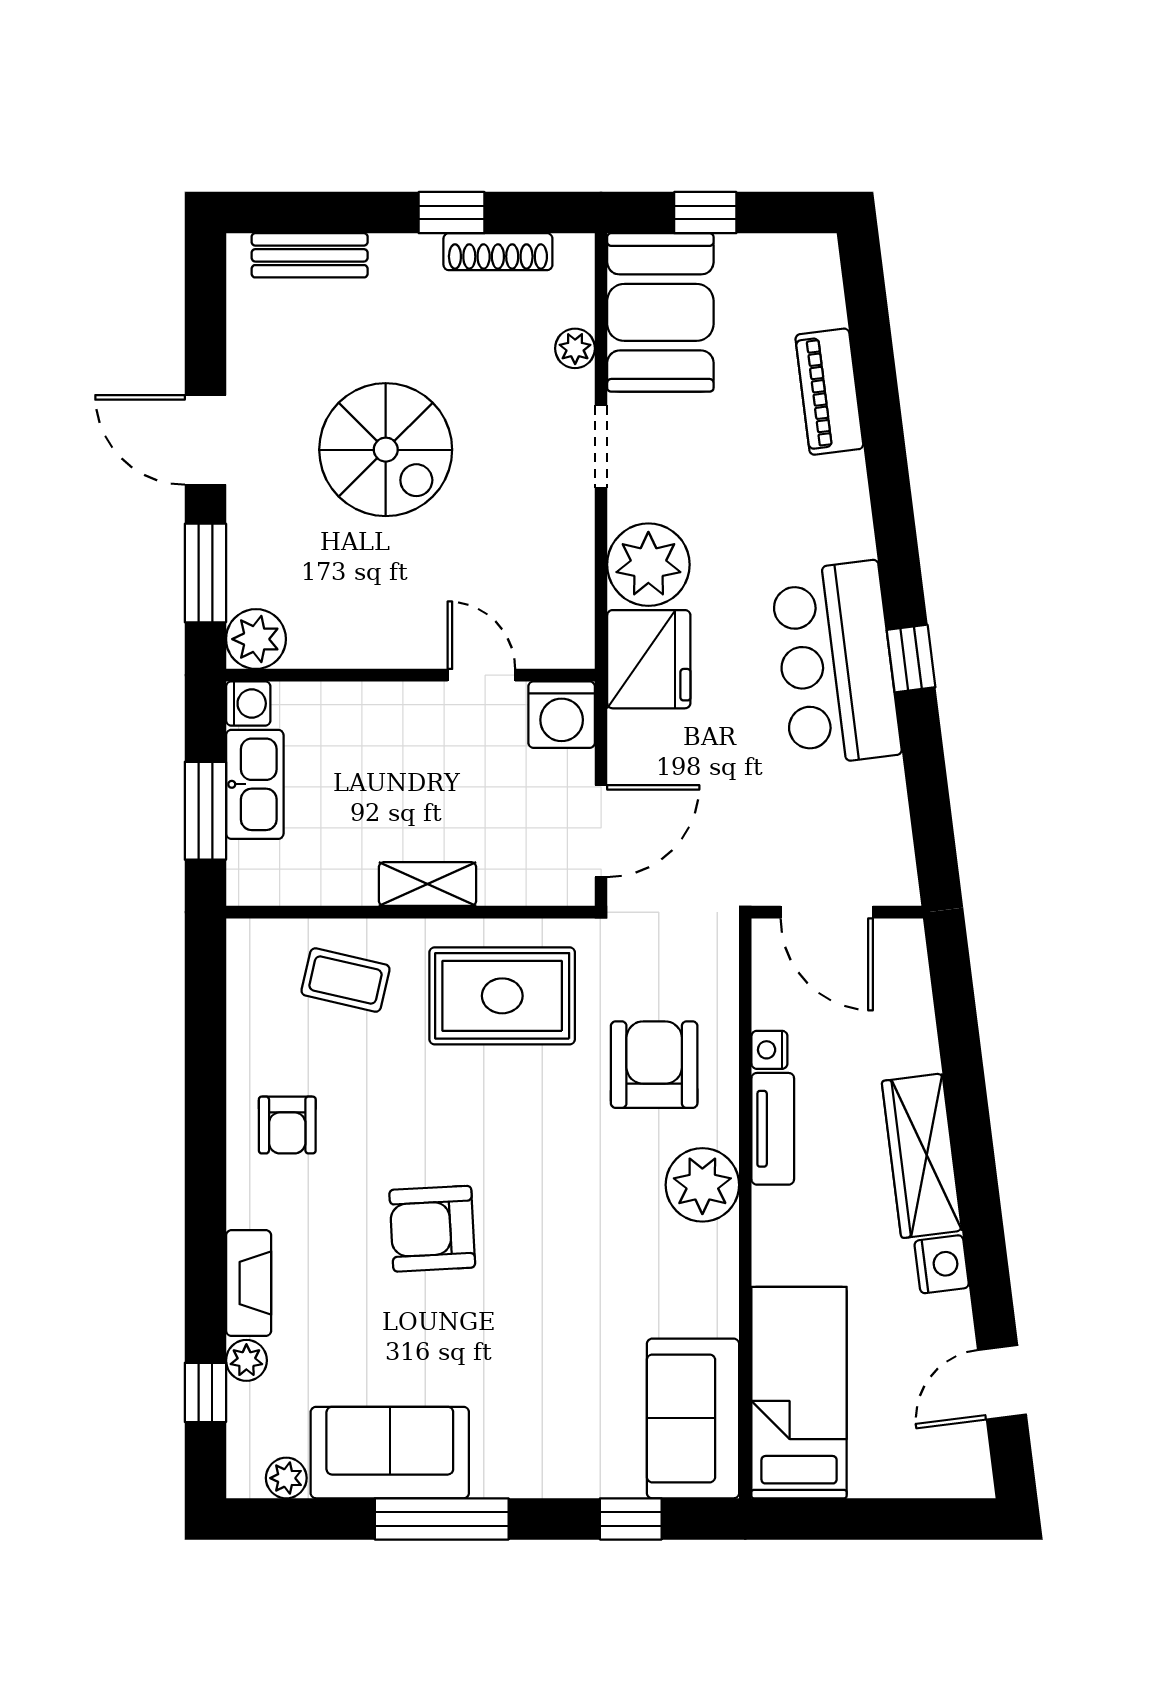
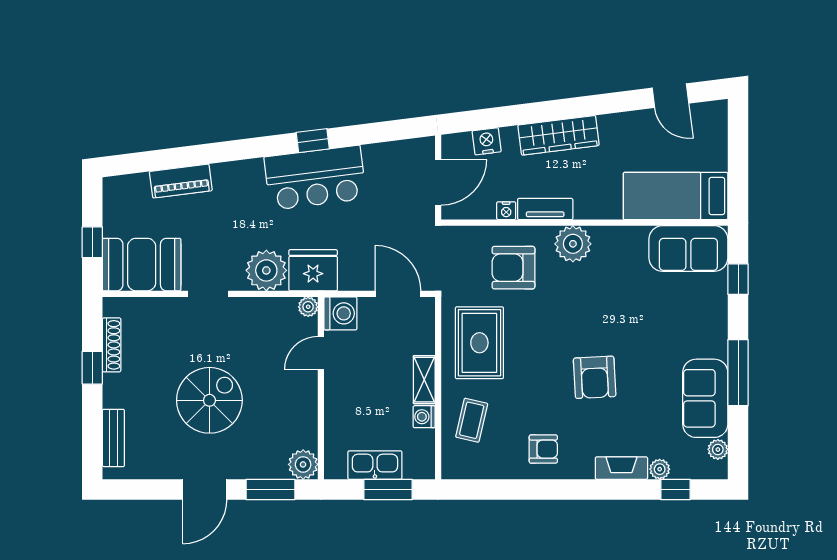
plant: (575, 348) -> (308, 307), moved
washing machine: (248, 703) -> (424, 417), moved, turned -90
nightstand: (942, 1264) -> (487, 141), moved

